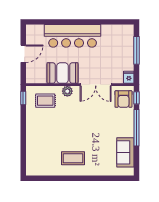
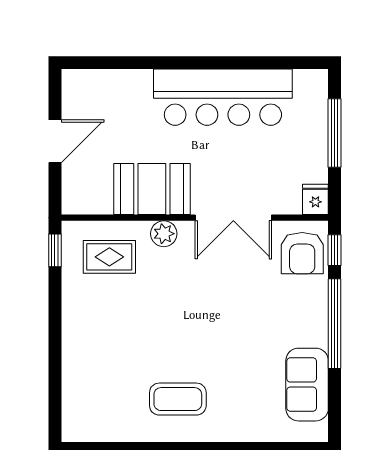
bar counter: (73, 36) -> (223, 97), moved

